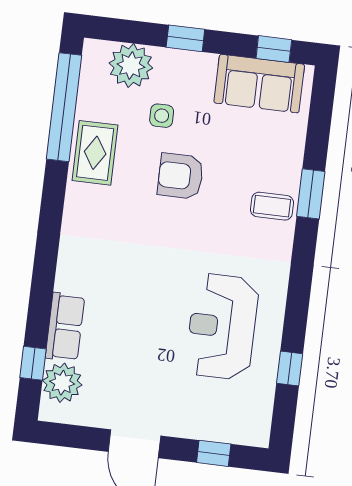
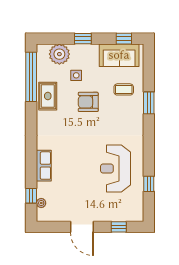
coffee table: (272, 206) -> (124, 89), moved
row of seats: (65, 327) -> (44, 166), moved
plant: (62, 383) -> (41, 203), width x0.53, depth x0.53

